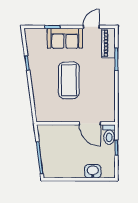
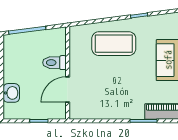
coffee table: (69, 80) -> (114, 44), moved
toilet: (109, 135) -> (54, 63), moved

